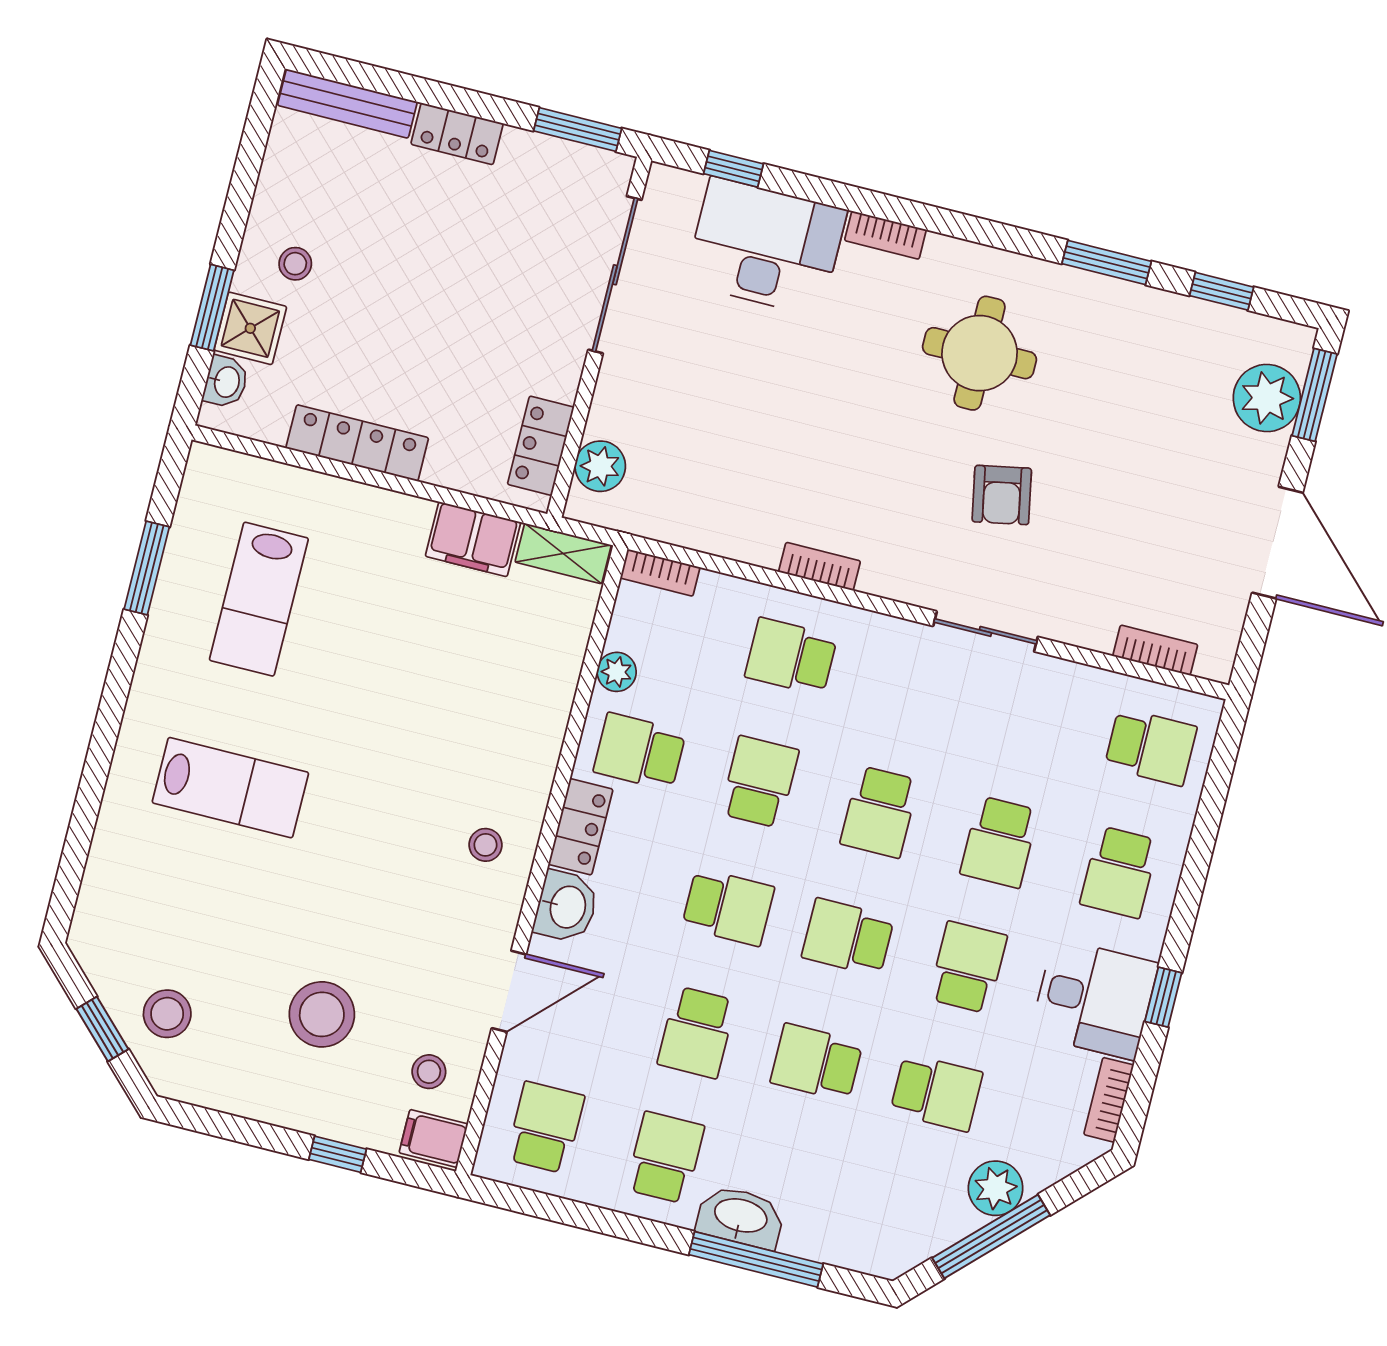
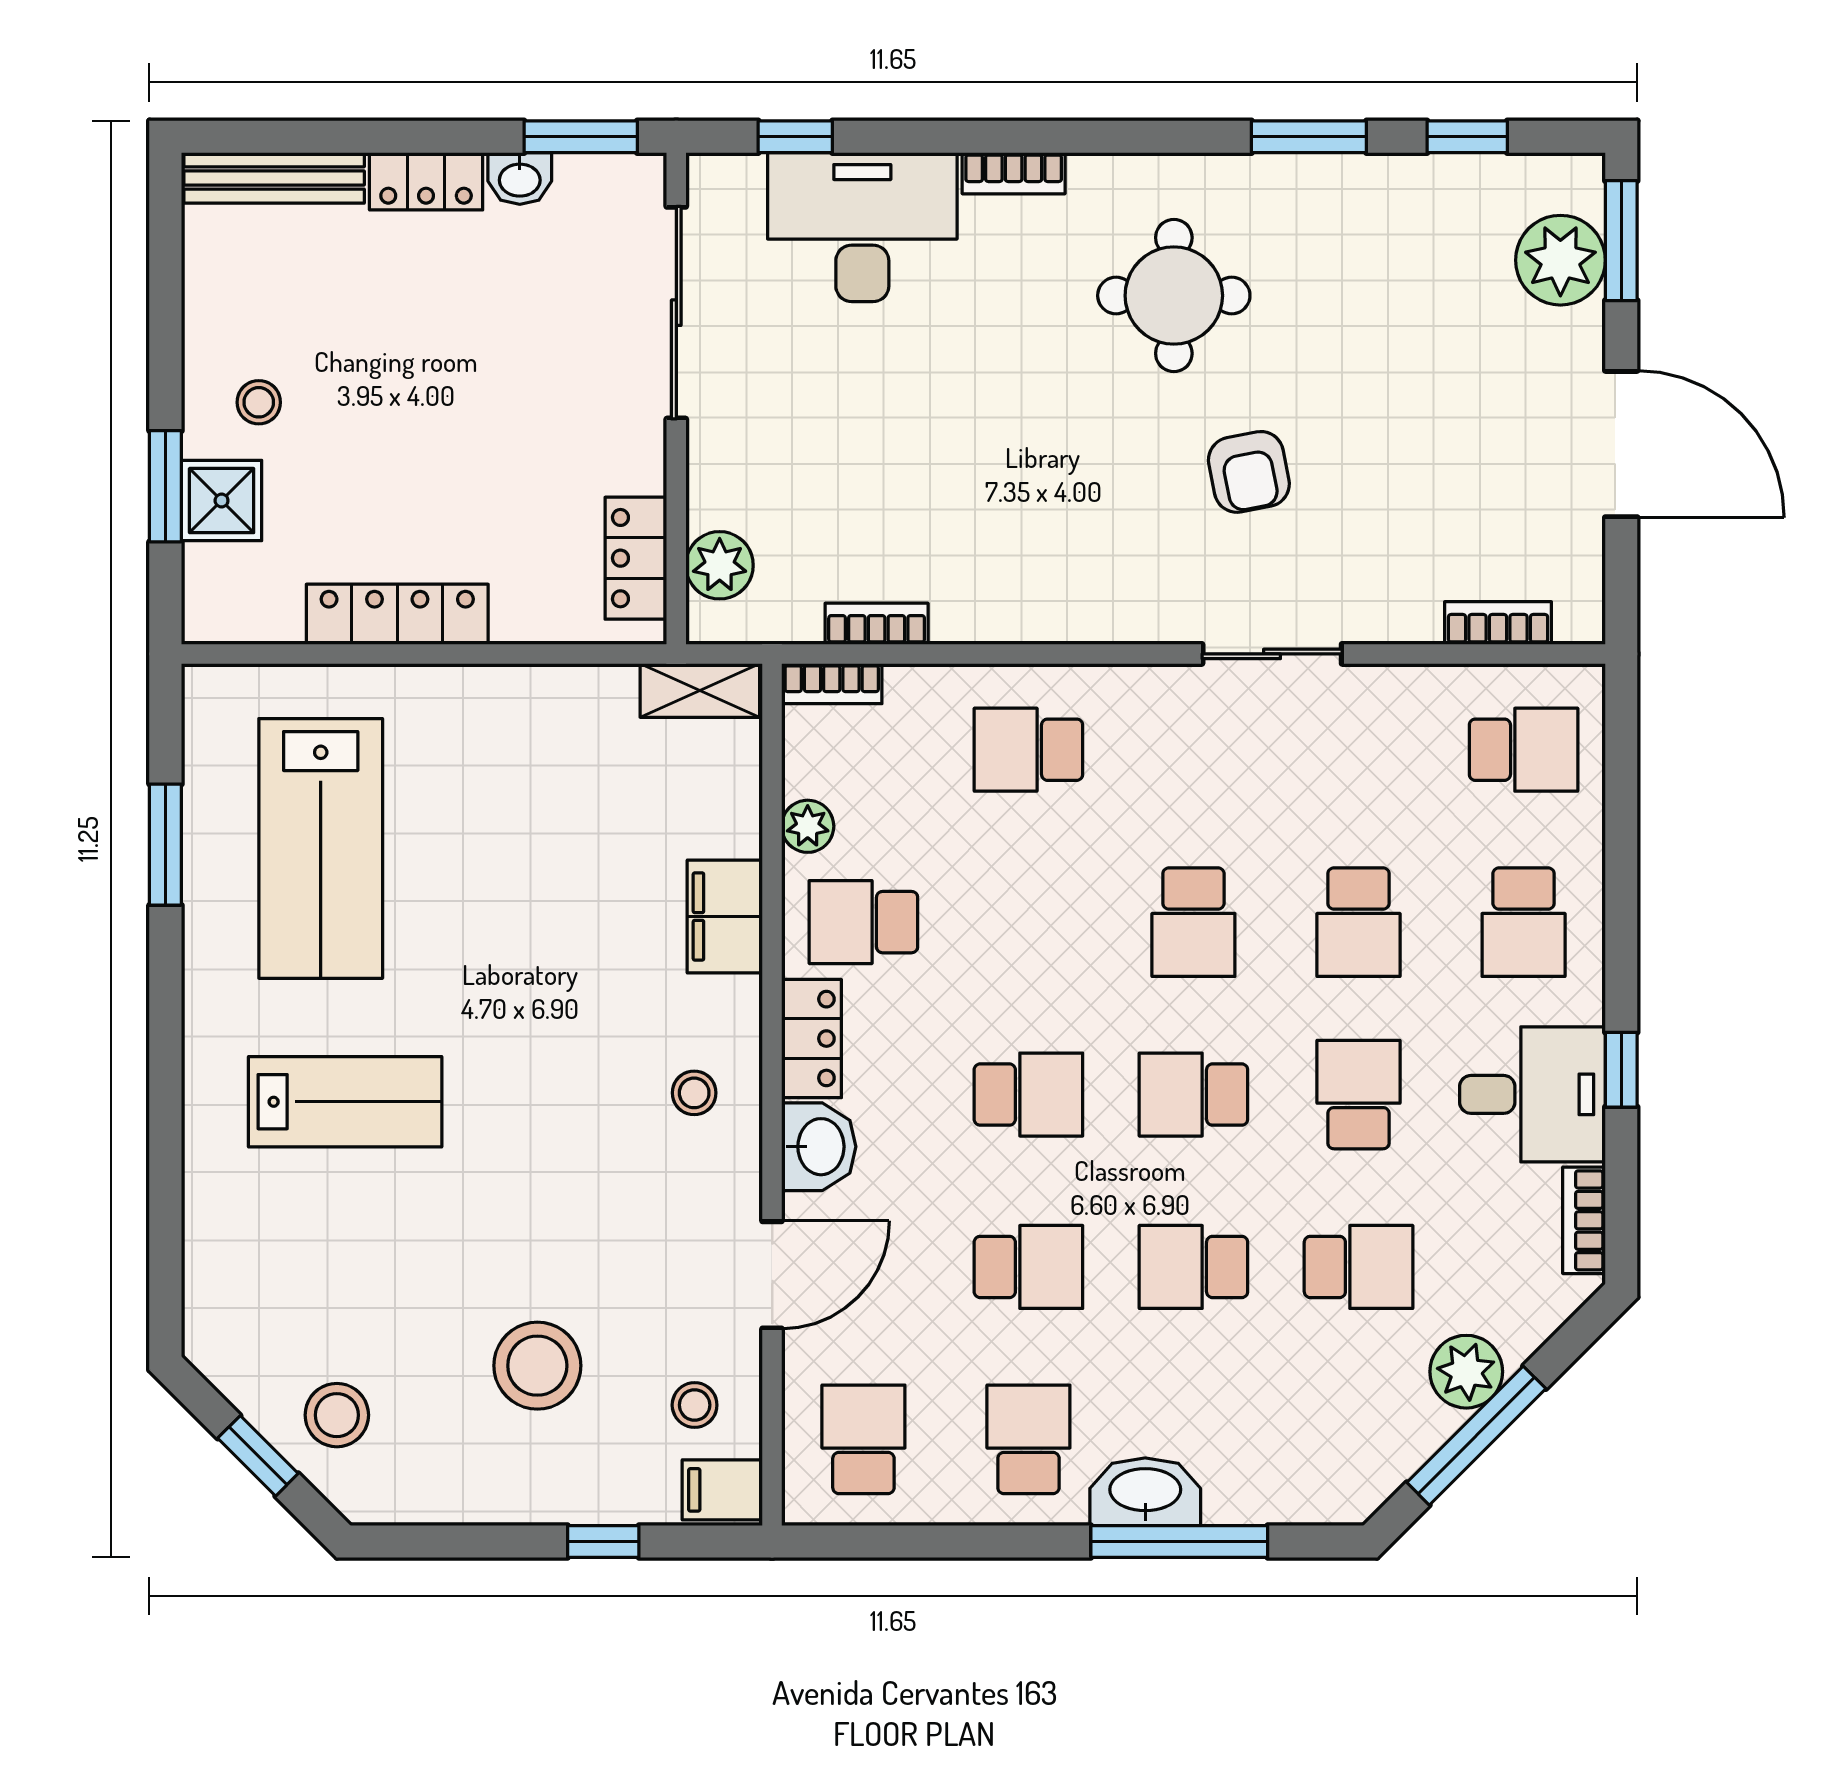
washbasin: (226, 382) -> (520, 179), moved, turned 90
filing cabinet: (473, 539) -> (725, 916), moved, turned 90
bookcase: (819, 566) -> (877, 624), moved
lab bench: (259, 599) -> (321, 848), width x1.36, depth x1.39
school desk: (760, 782) -> (1028, 922), removed
school desk: (697, 1032) -> (1028, 1267), turned -90

